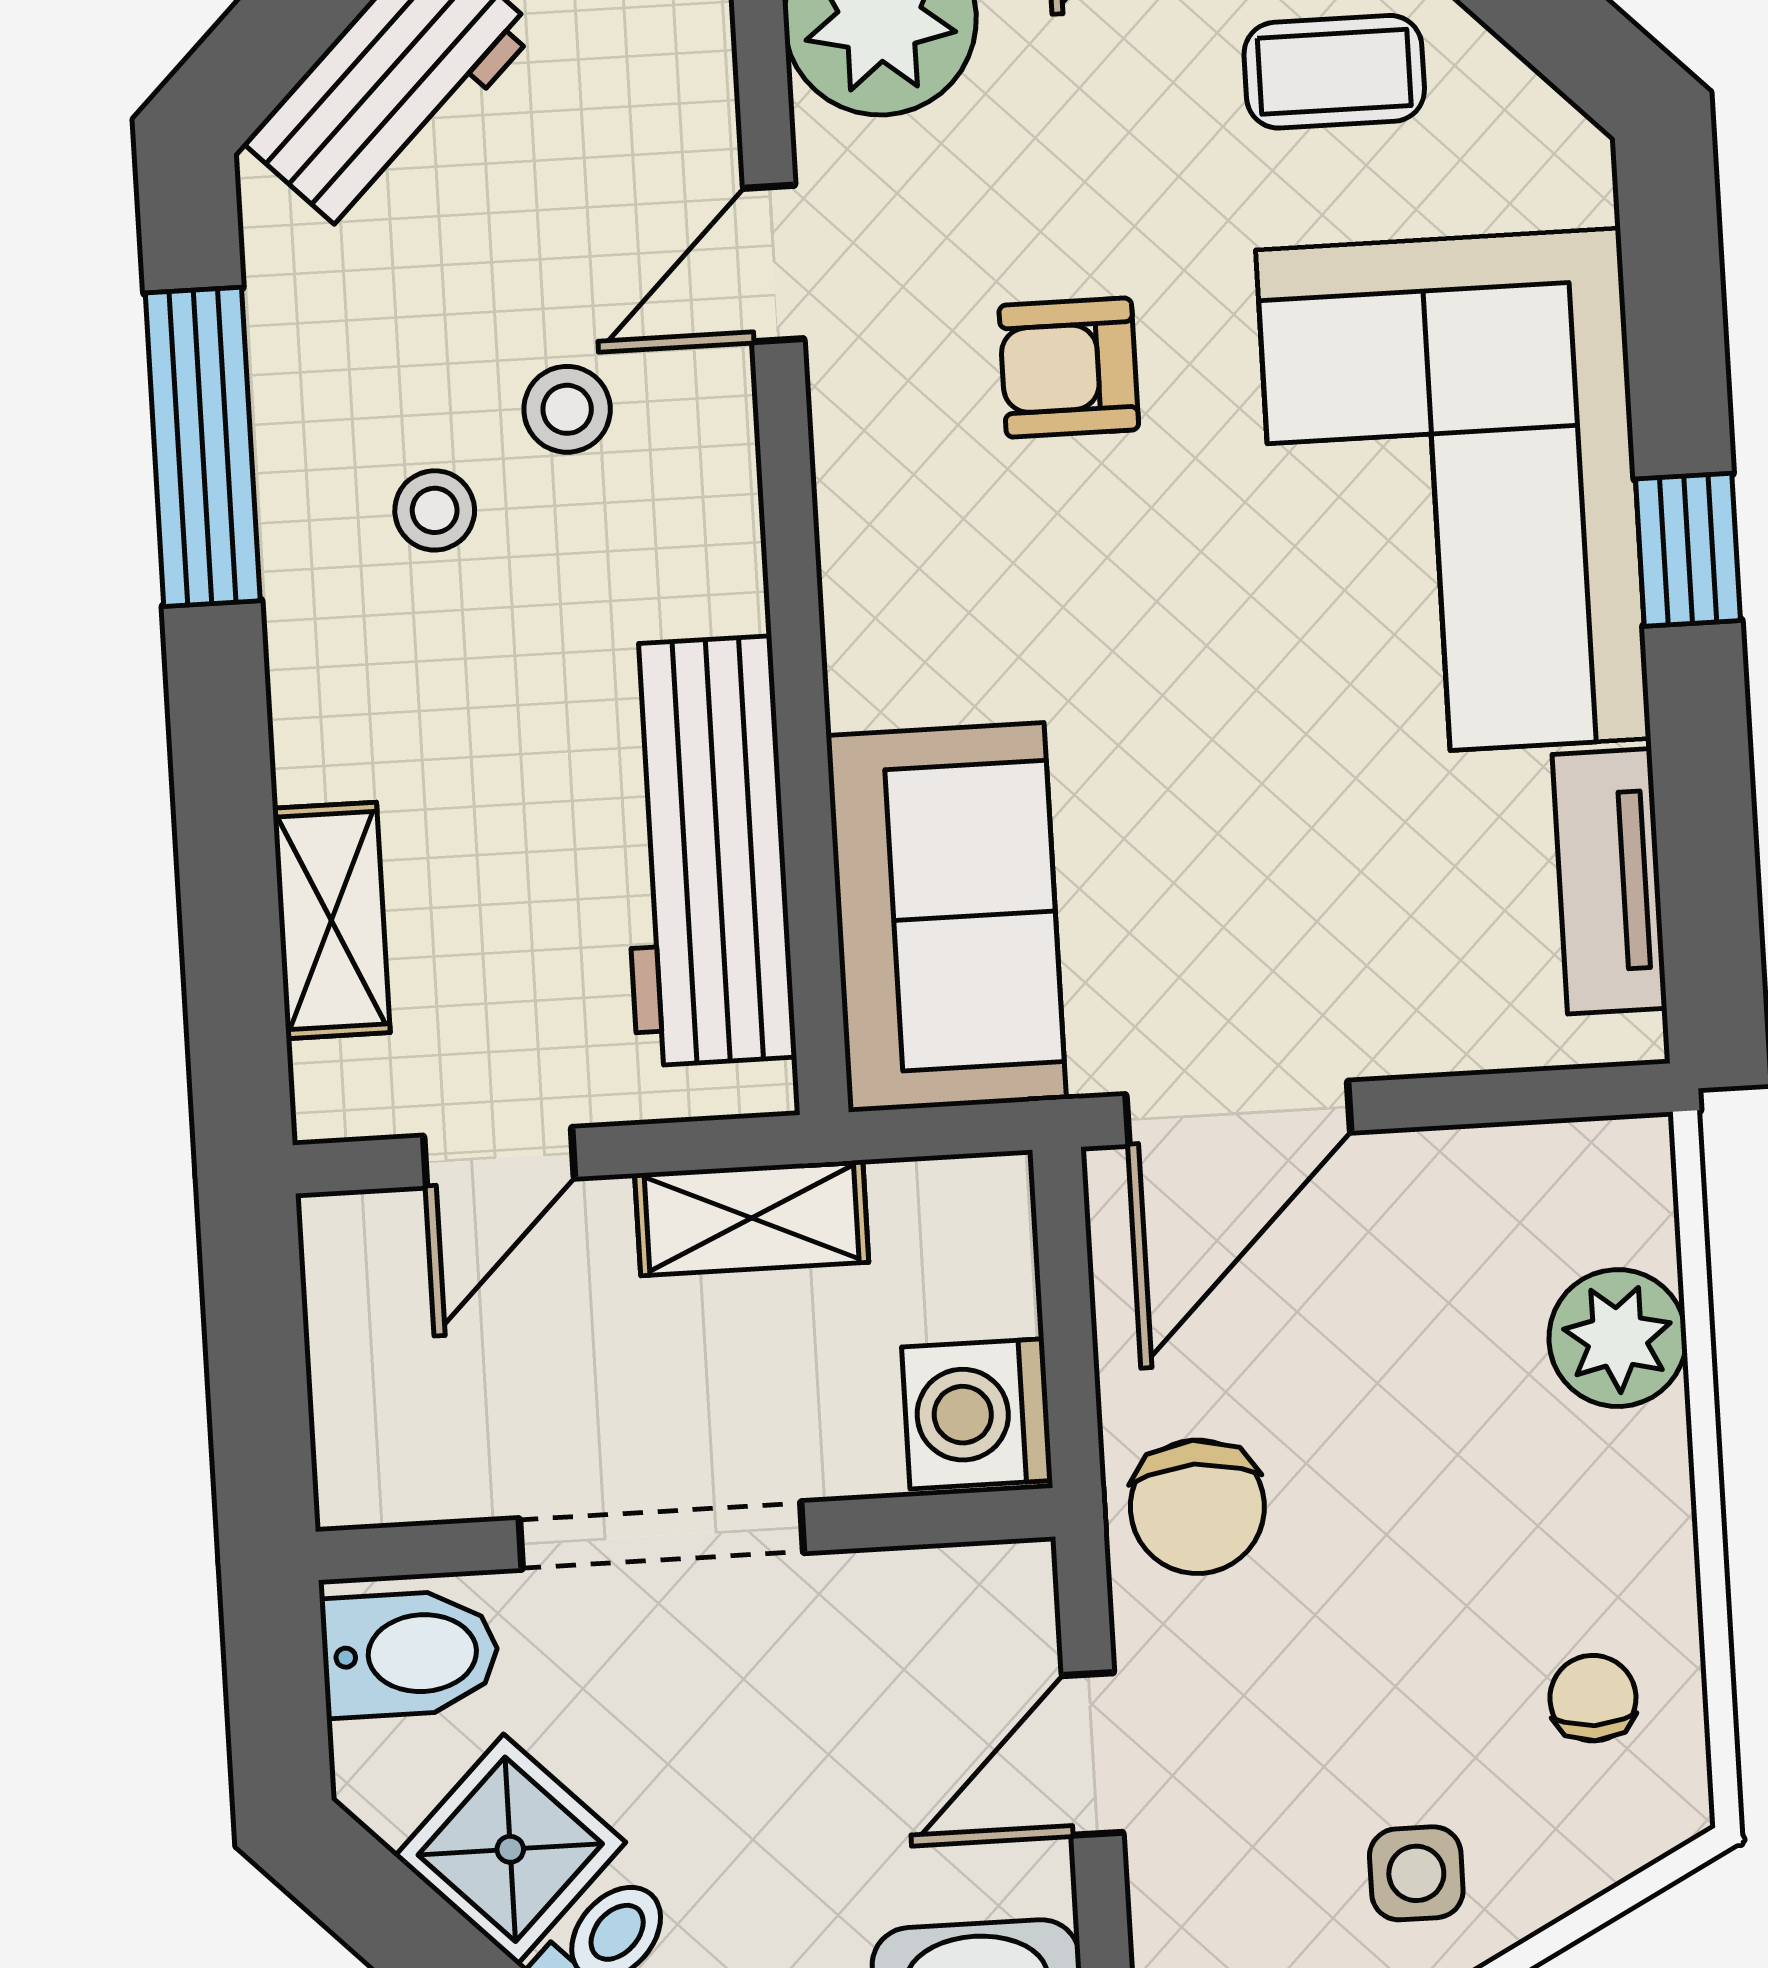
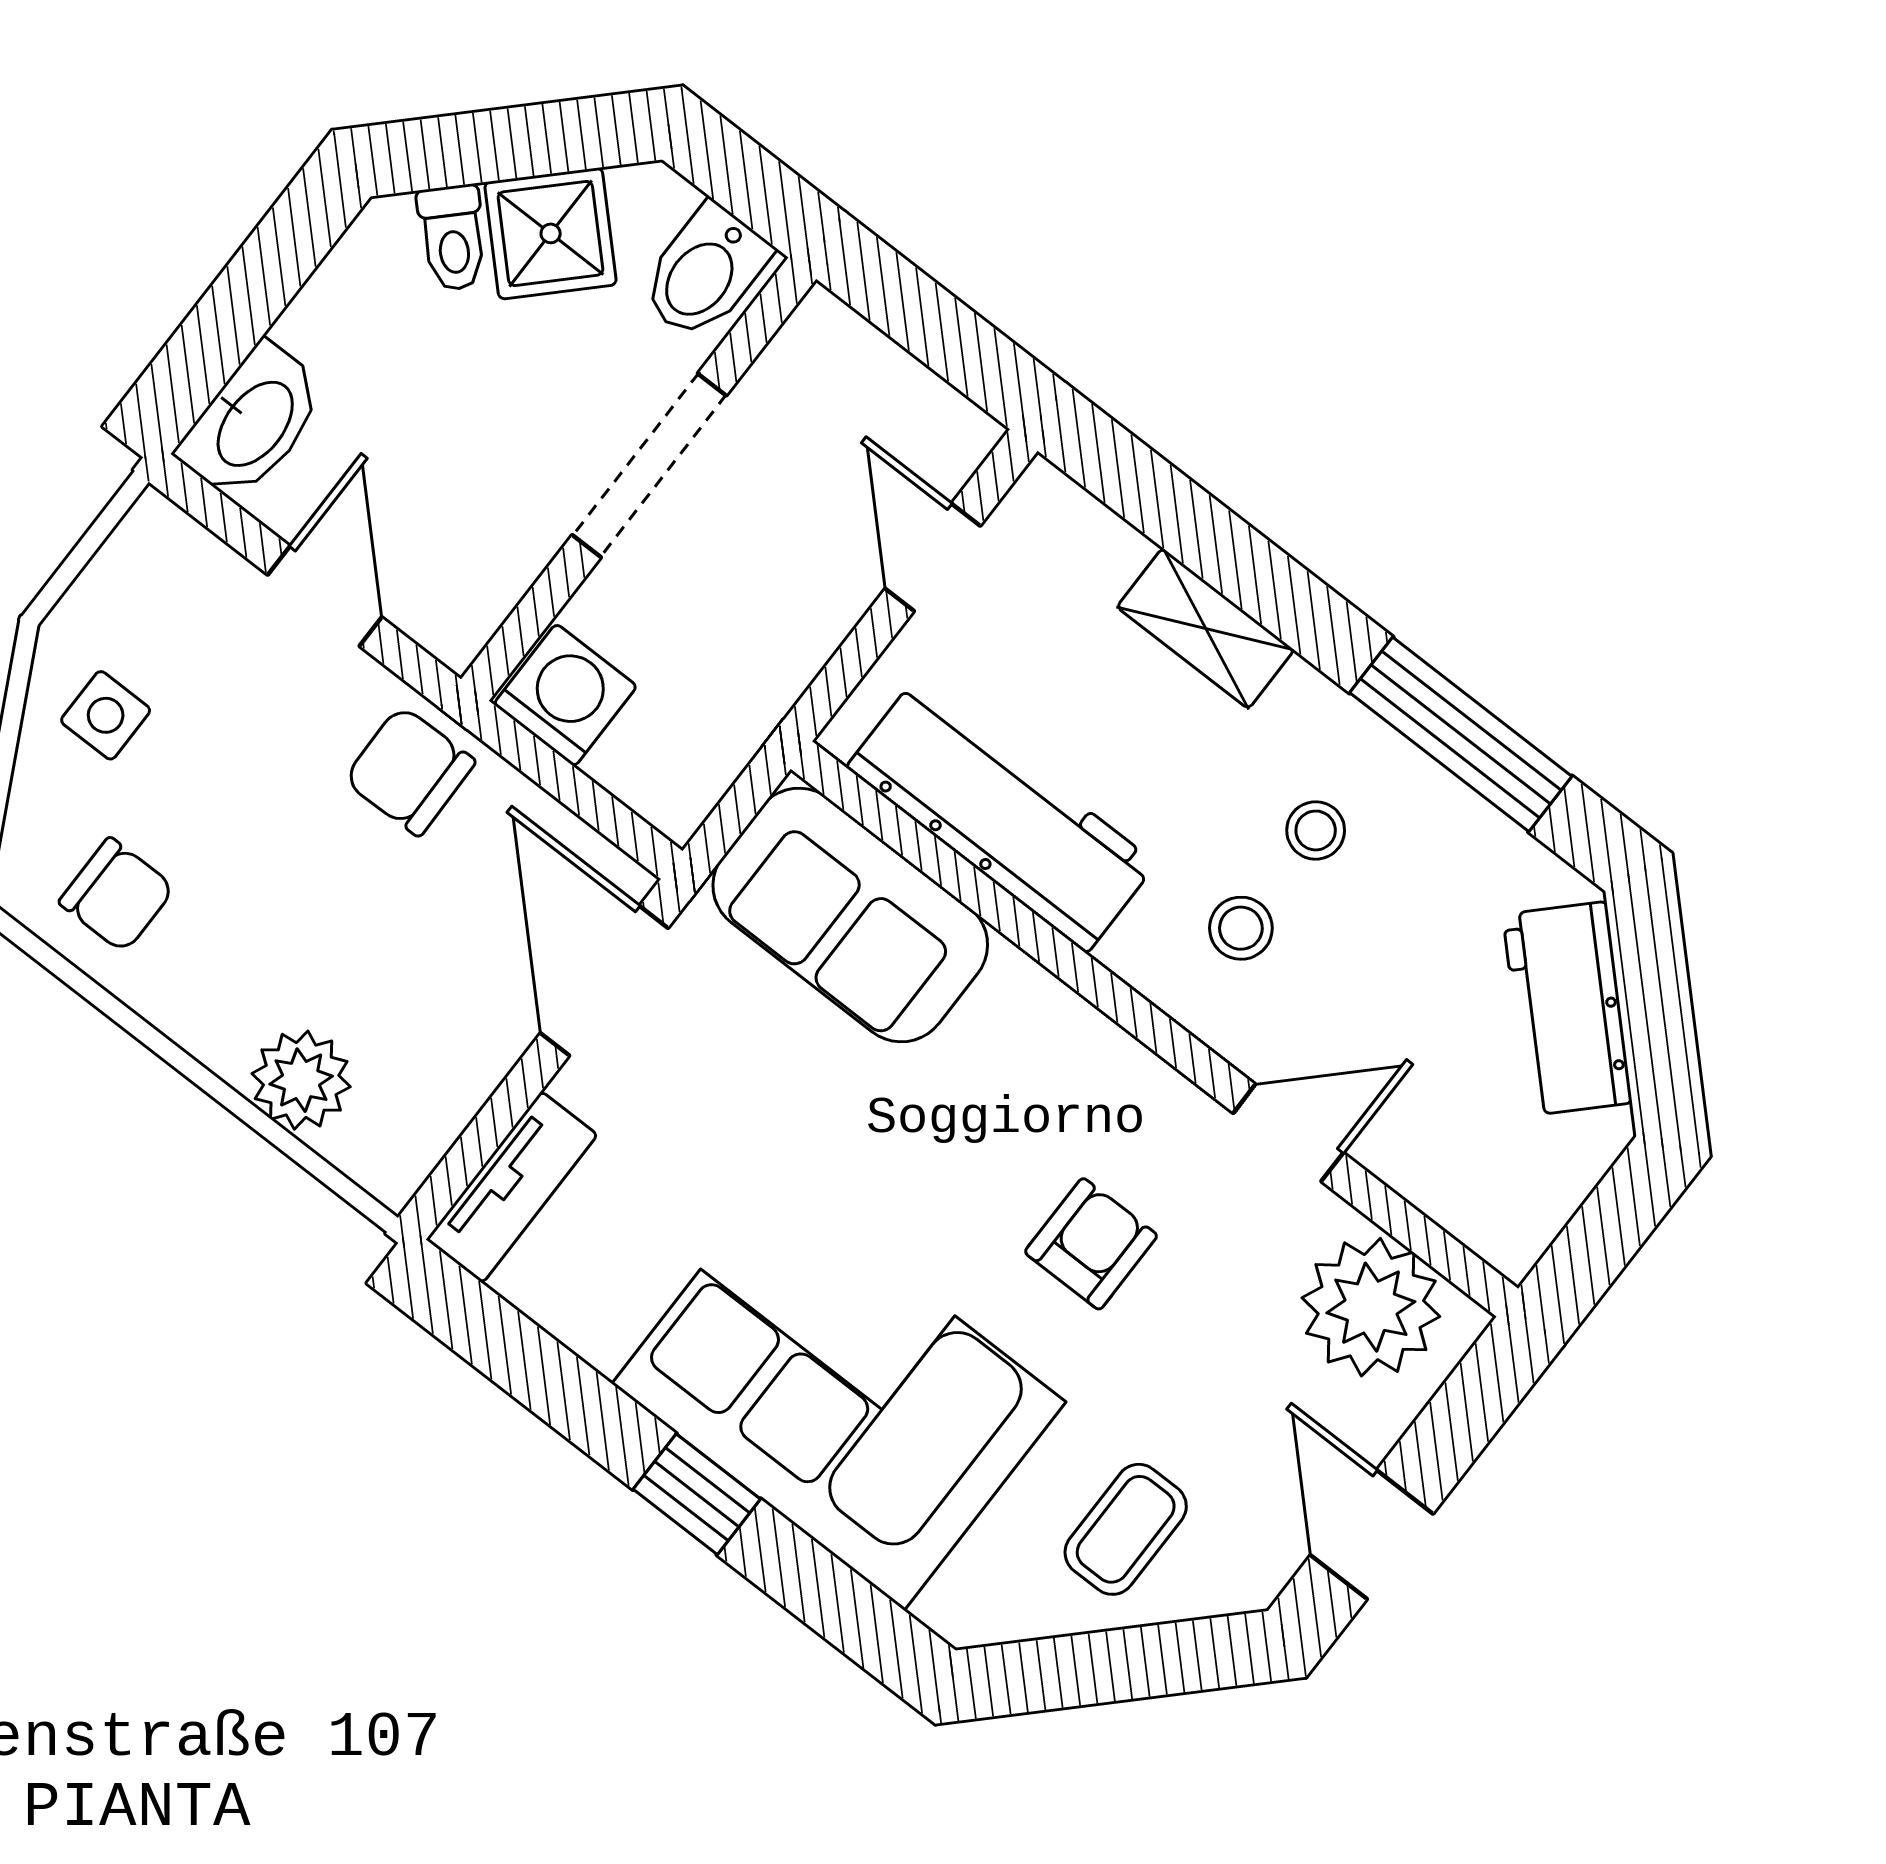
door: (774, 264) -> (1288, 1133), hinge flipped
stool: (567, 409) -> (1241, 928), moved
tv unit: (1609, 881) -> (512, 1187), moved, turned 90
shelving: (331, 920) -> (1206, 628), moved
shelving: (752, 1218) -> (779, 666), removed
chair: (1593, 1698) -> (117, 895), width x1.37, depth x1.37

